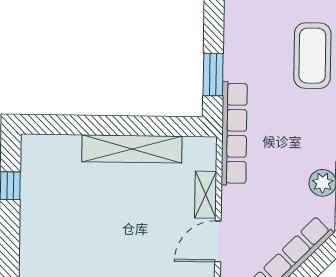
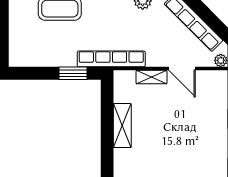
shelving: (132, 149) -> (122, 126), width x0.68

